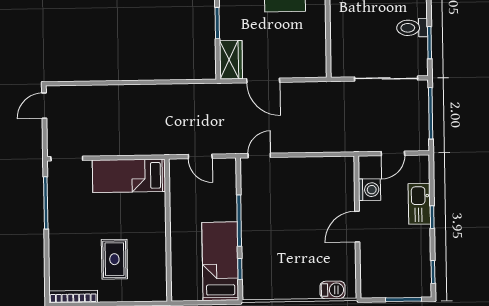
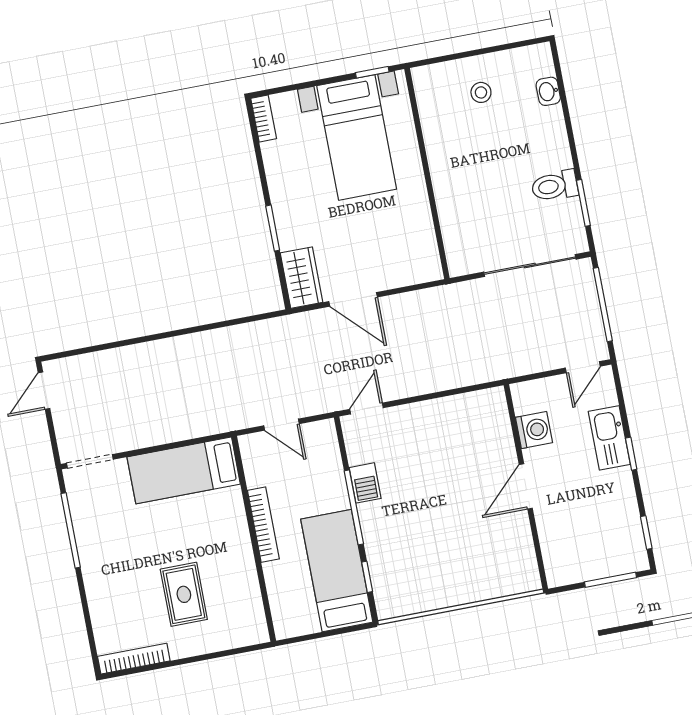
door: (393, 153) -> (583, 367), moved
bookcase: (176, 222) -> (263, 525), added
barbecue: (333, 290) -> (365, 483), moved, turned 90

